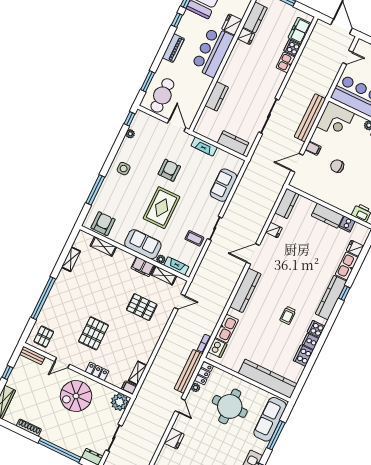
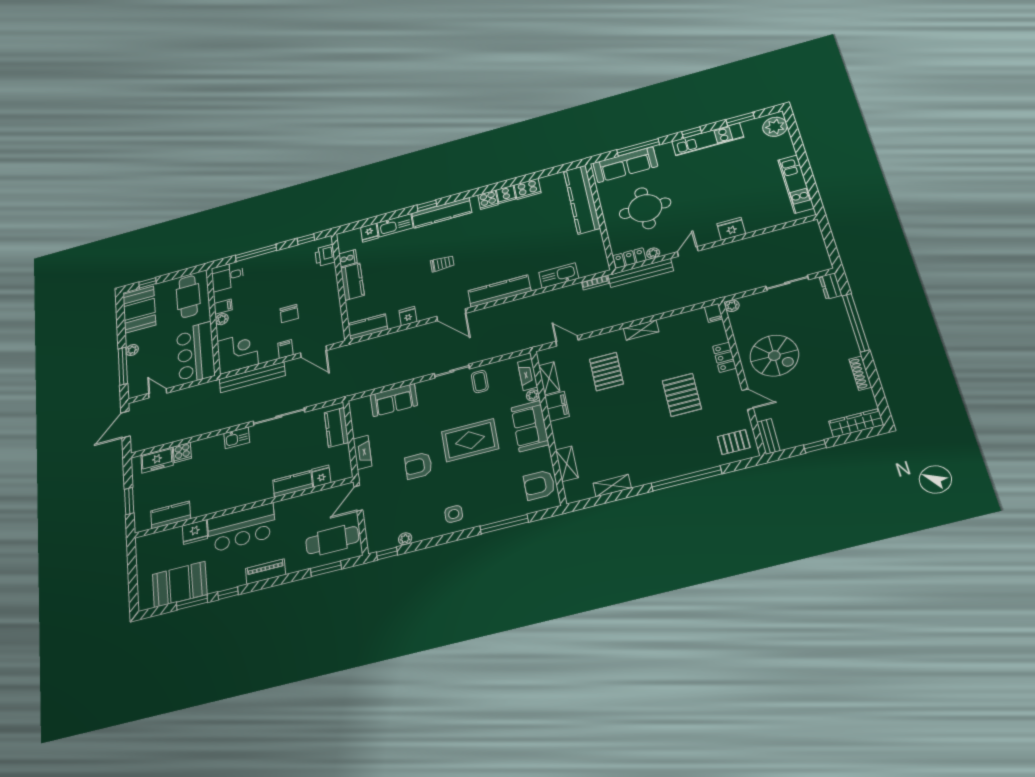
fridge: (246, 36) -> (321, 476), moved
kitchen sink: (286, 62) -> (237, 438), moved
trolley: (288, 315) -> (442, 263), moved
pallet: (94, 333) -> (682, 395), turned 90
dishwasher: (217, 348) -> (589, 267), removed
shelving: (138, 373) -> (641, 330), moved
plant: (120, 402) -> (732, 306), width x0.53, depth x0.53

